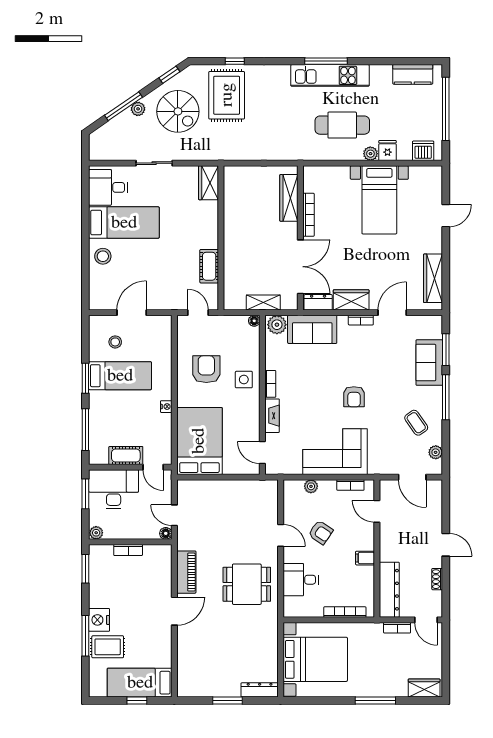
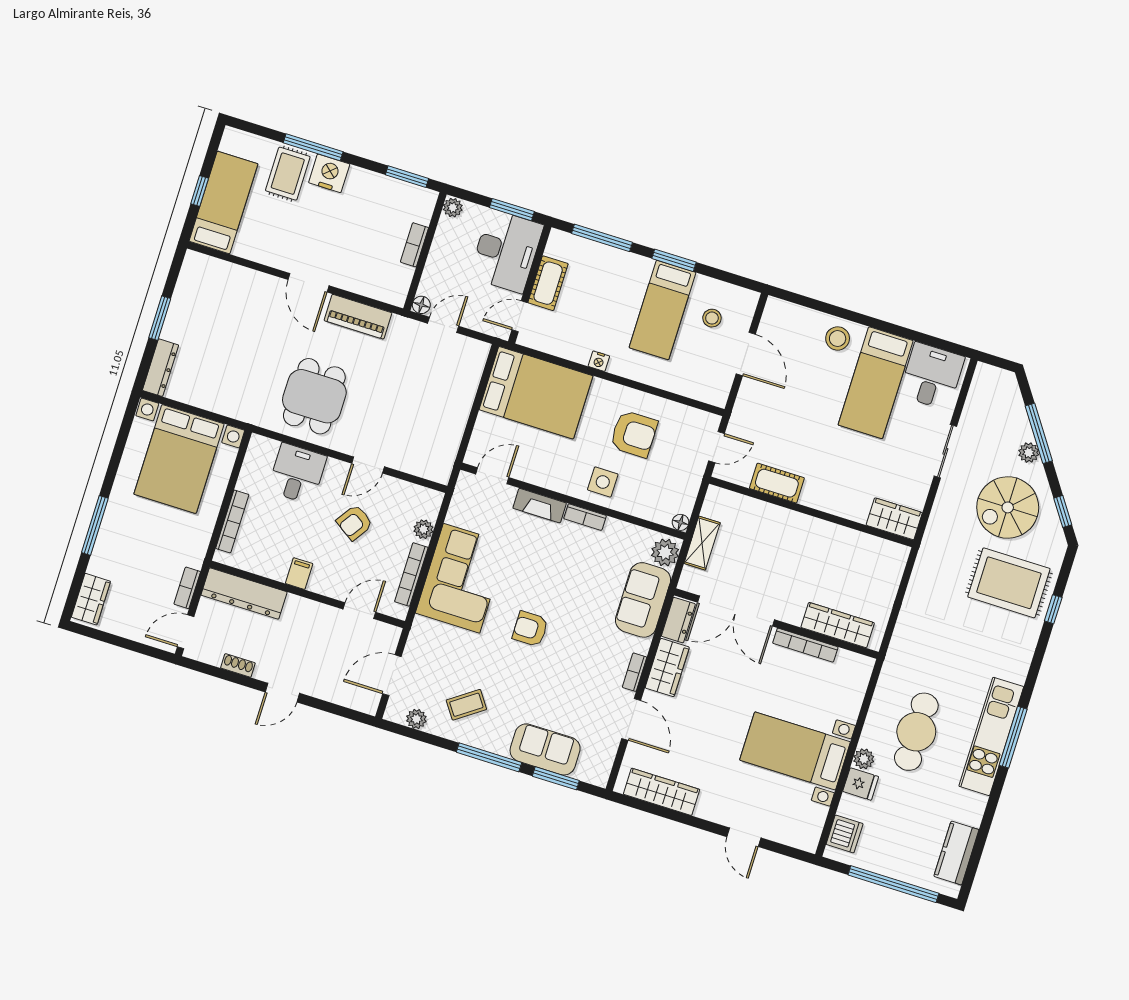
bookcase: (350, 485) -> (411, 574), width x1.56

